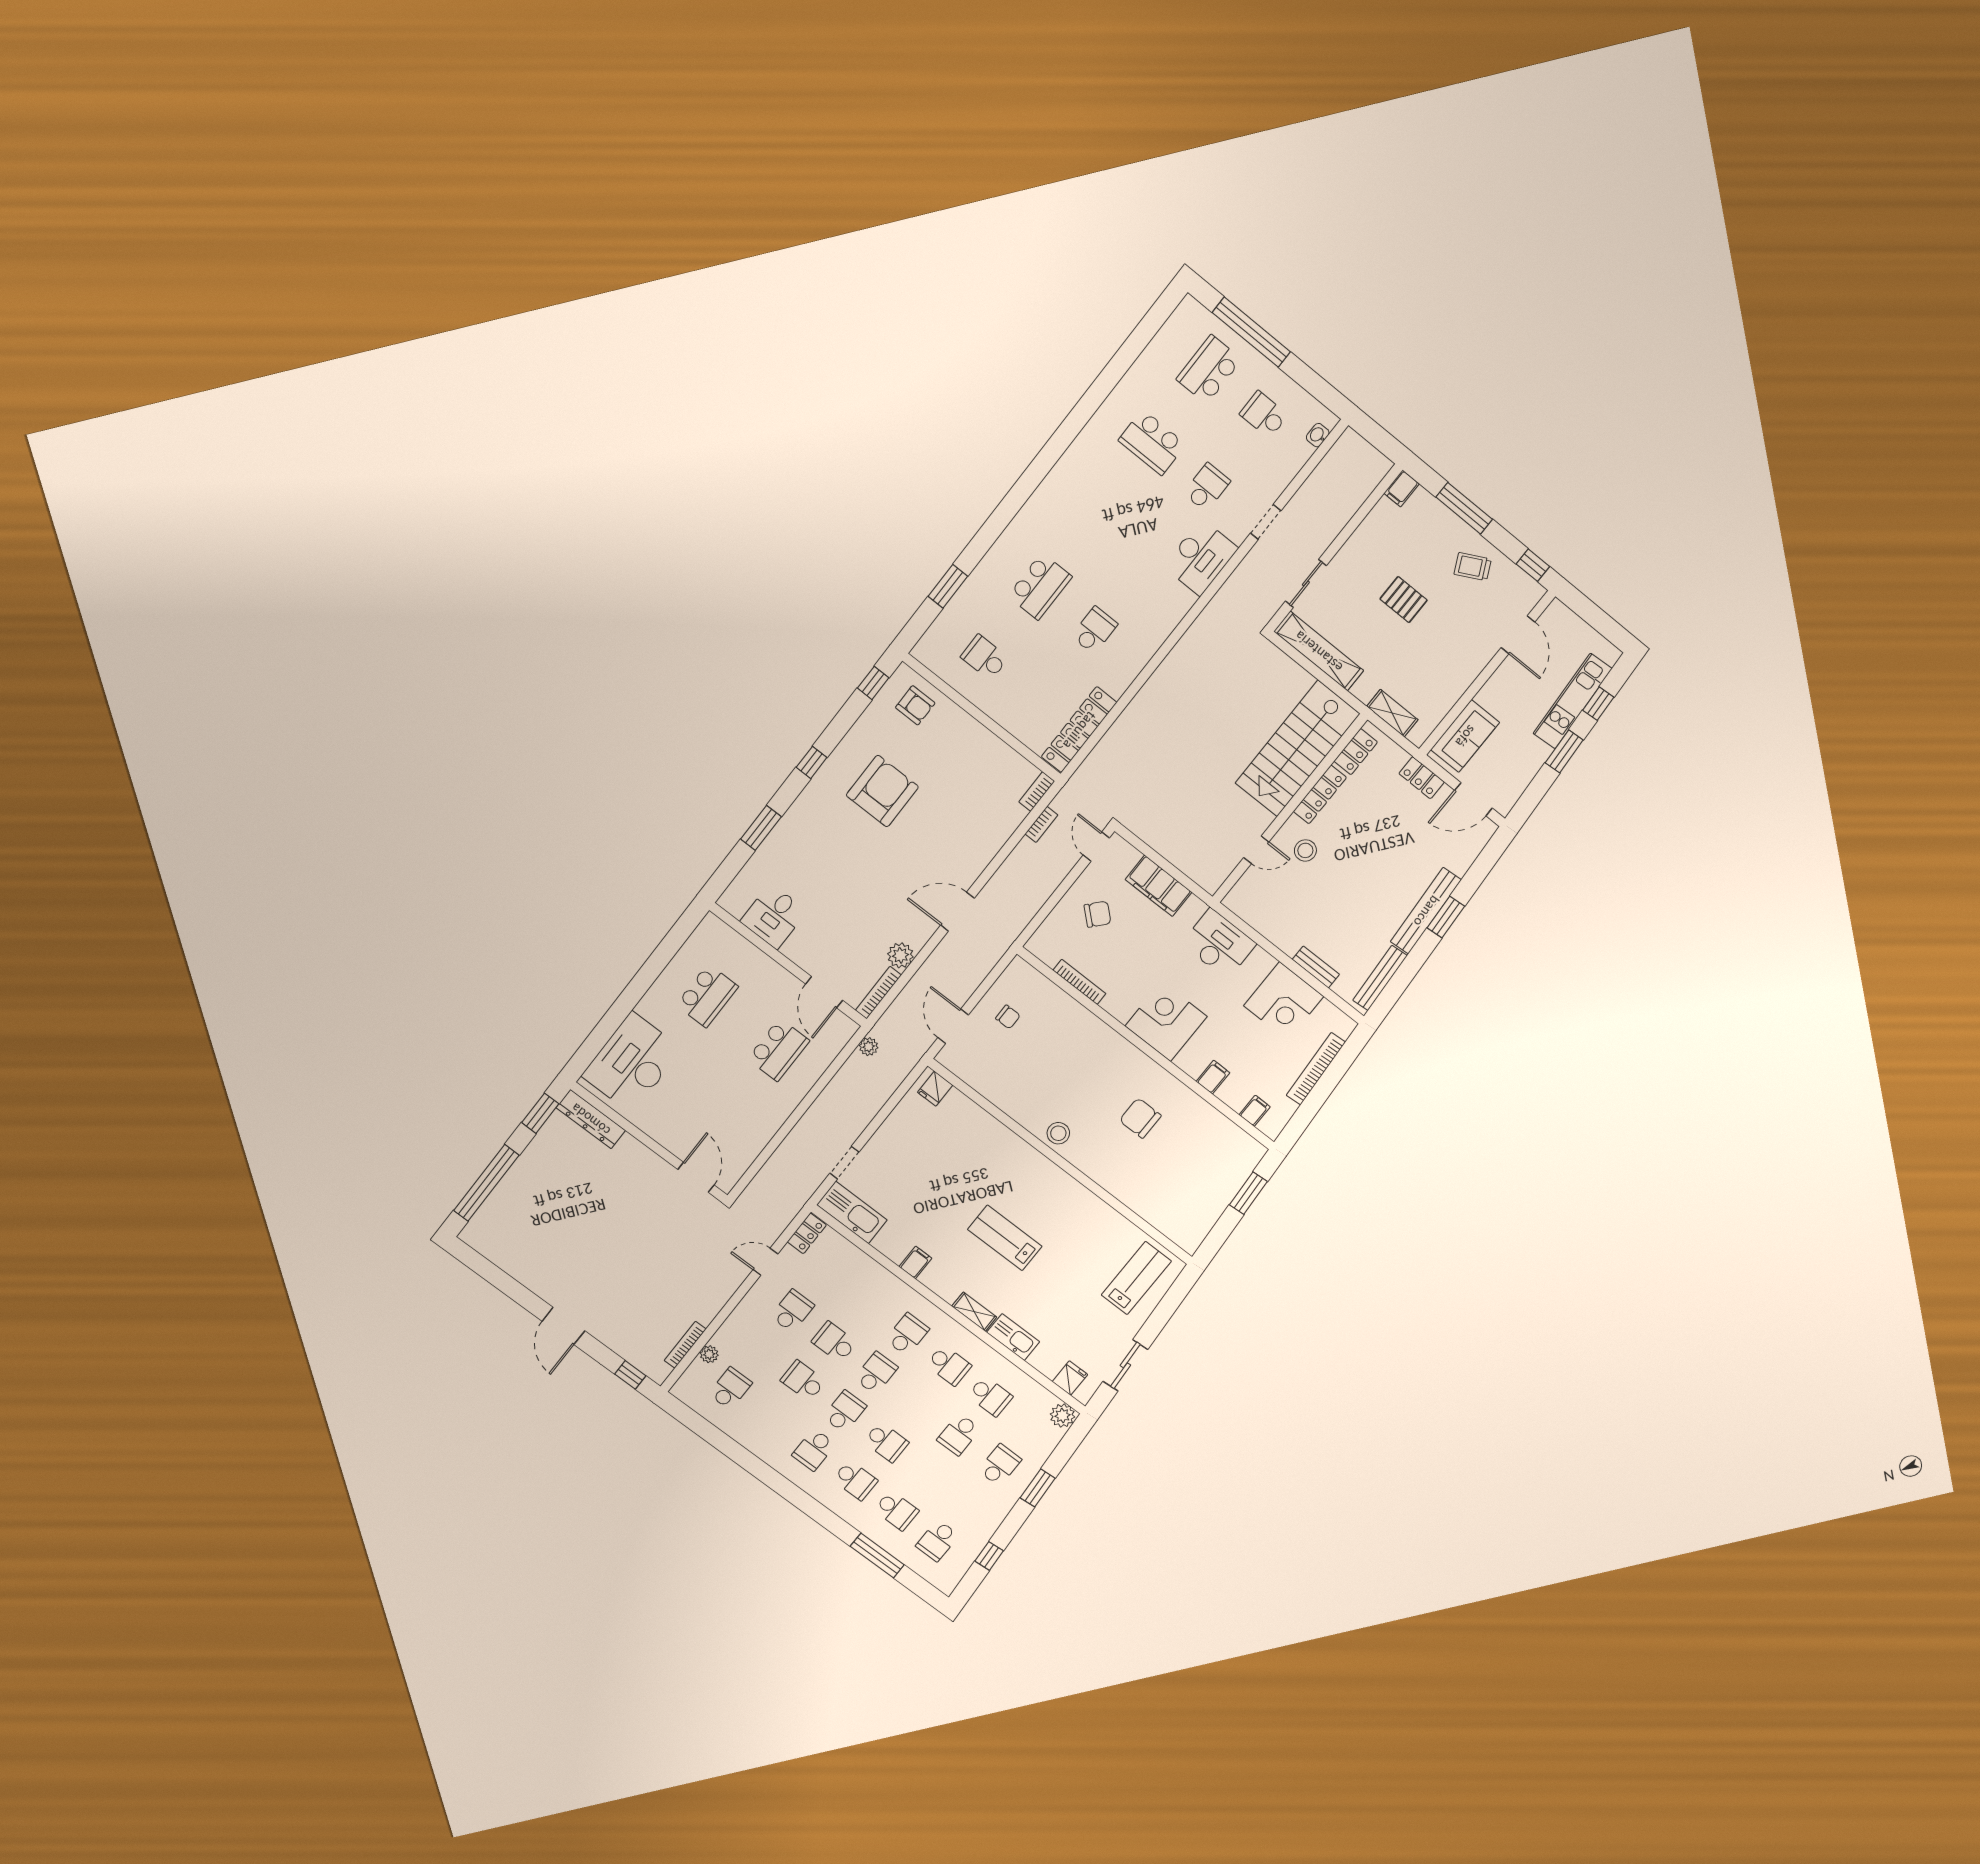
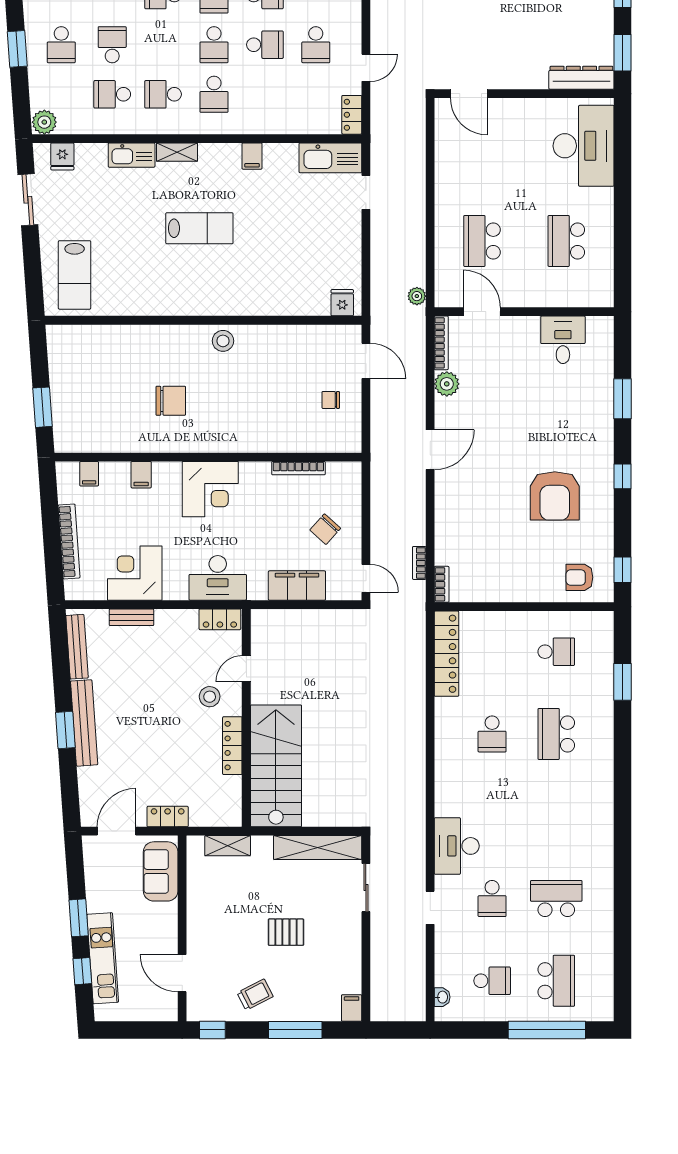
locker: (1356, 752) -> (220, 619), moved, turned -90

